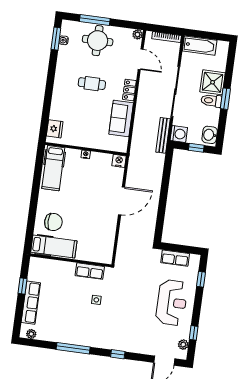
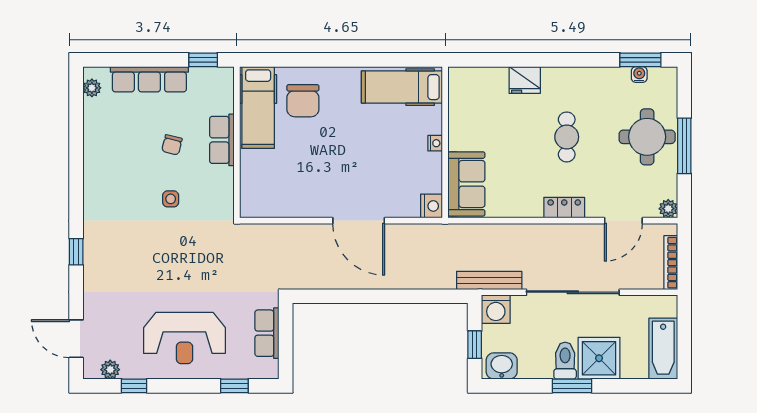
window: (95, 20) -> (684, 146), moved
bathtub: (200, 46) -> (663, 349), moved
sofa: (121, 118) -> (466, 184), moved, turned 90
fridge: (55, 129) -> (525, 80), moved
row of seats: (90, 271) -> (222, 140), moved
window: (22, 286) -> (203, 60), moved
chair: (67, 295) -> (172, 145), added
window: (73, 348) -> (76, 168), removed

